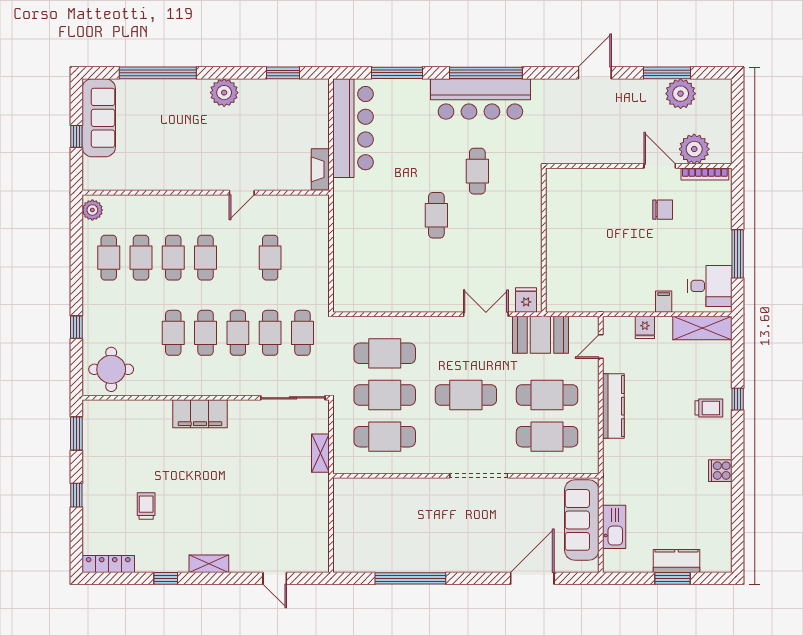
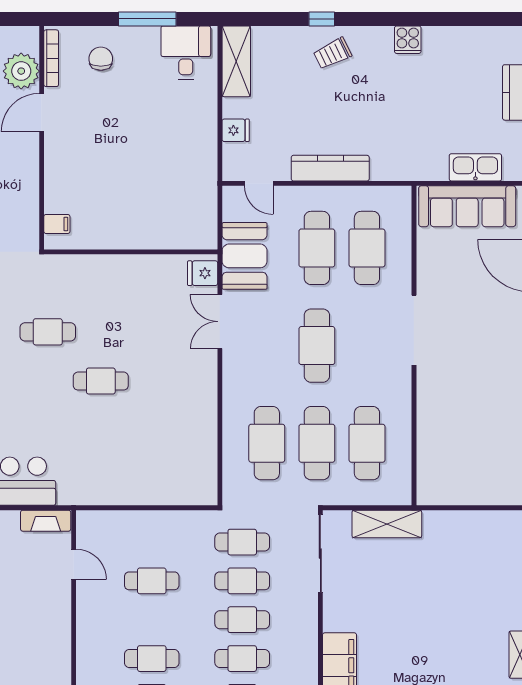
door: (242, 193) -> (74, 564), moved
chair: (663, 210) -> (101, 59), moved
filing cabinet: (664, 302) -> (57, 224), moved, turned 180
trolley: (709, 408) -> (332, 53), turned -116
shelving: (320, 453) -> (387, 524), width x1.50, depth x1.33

